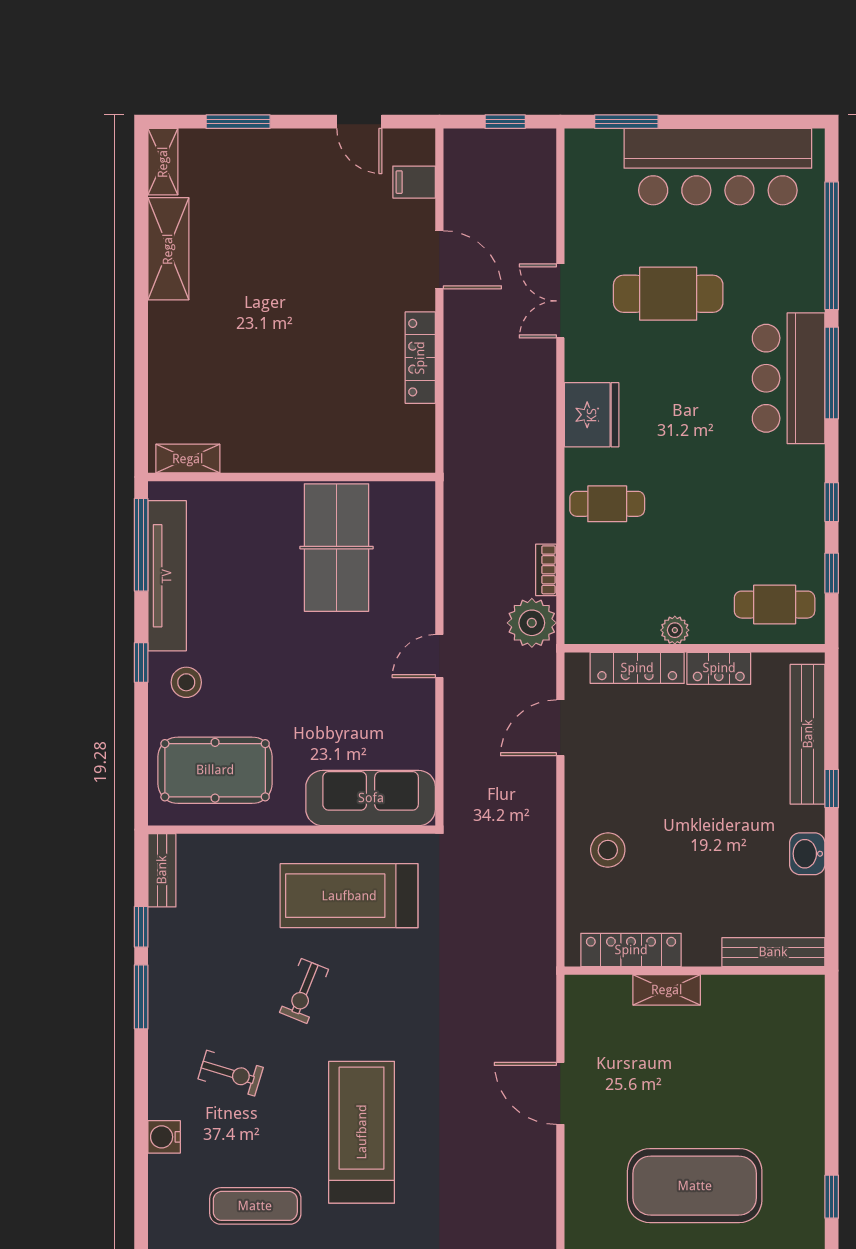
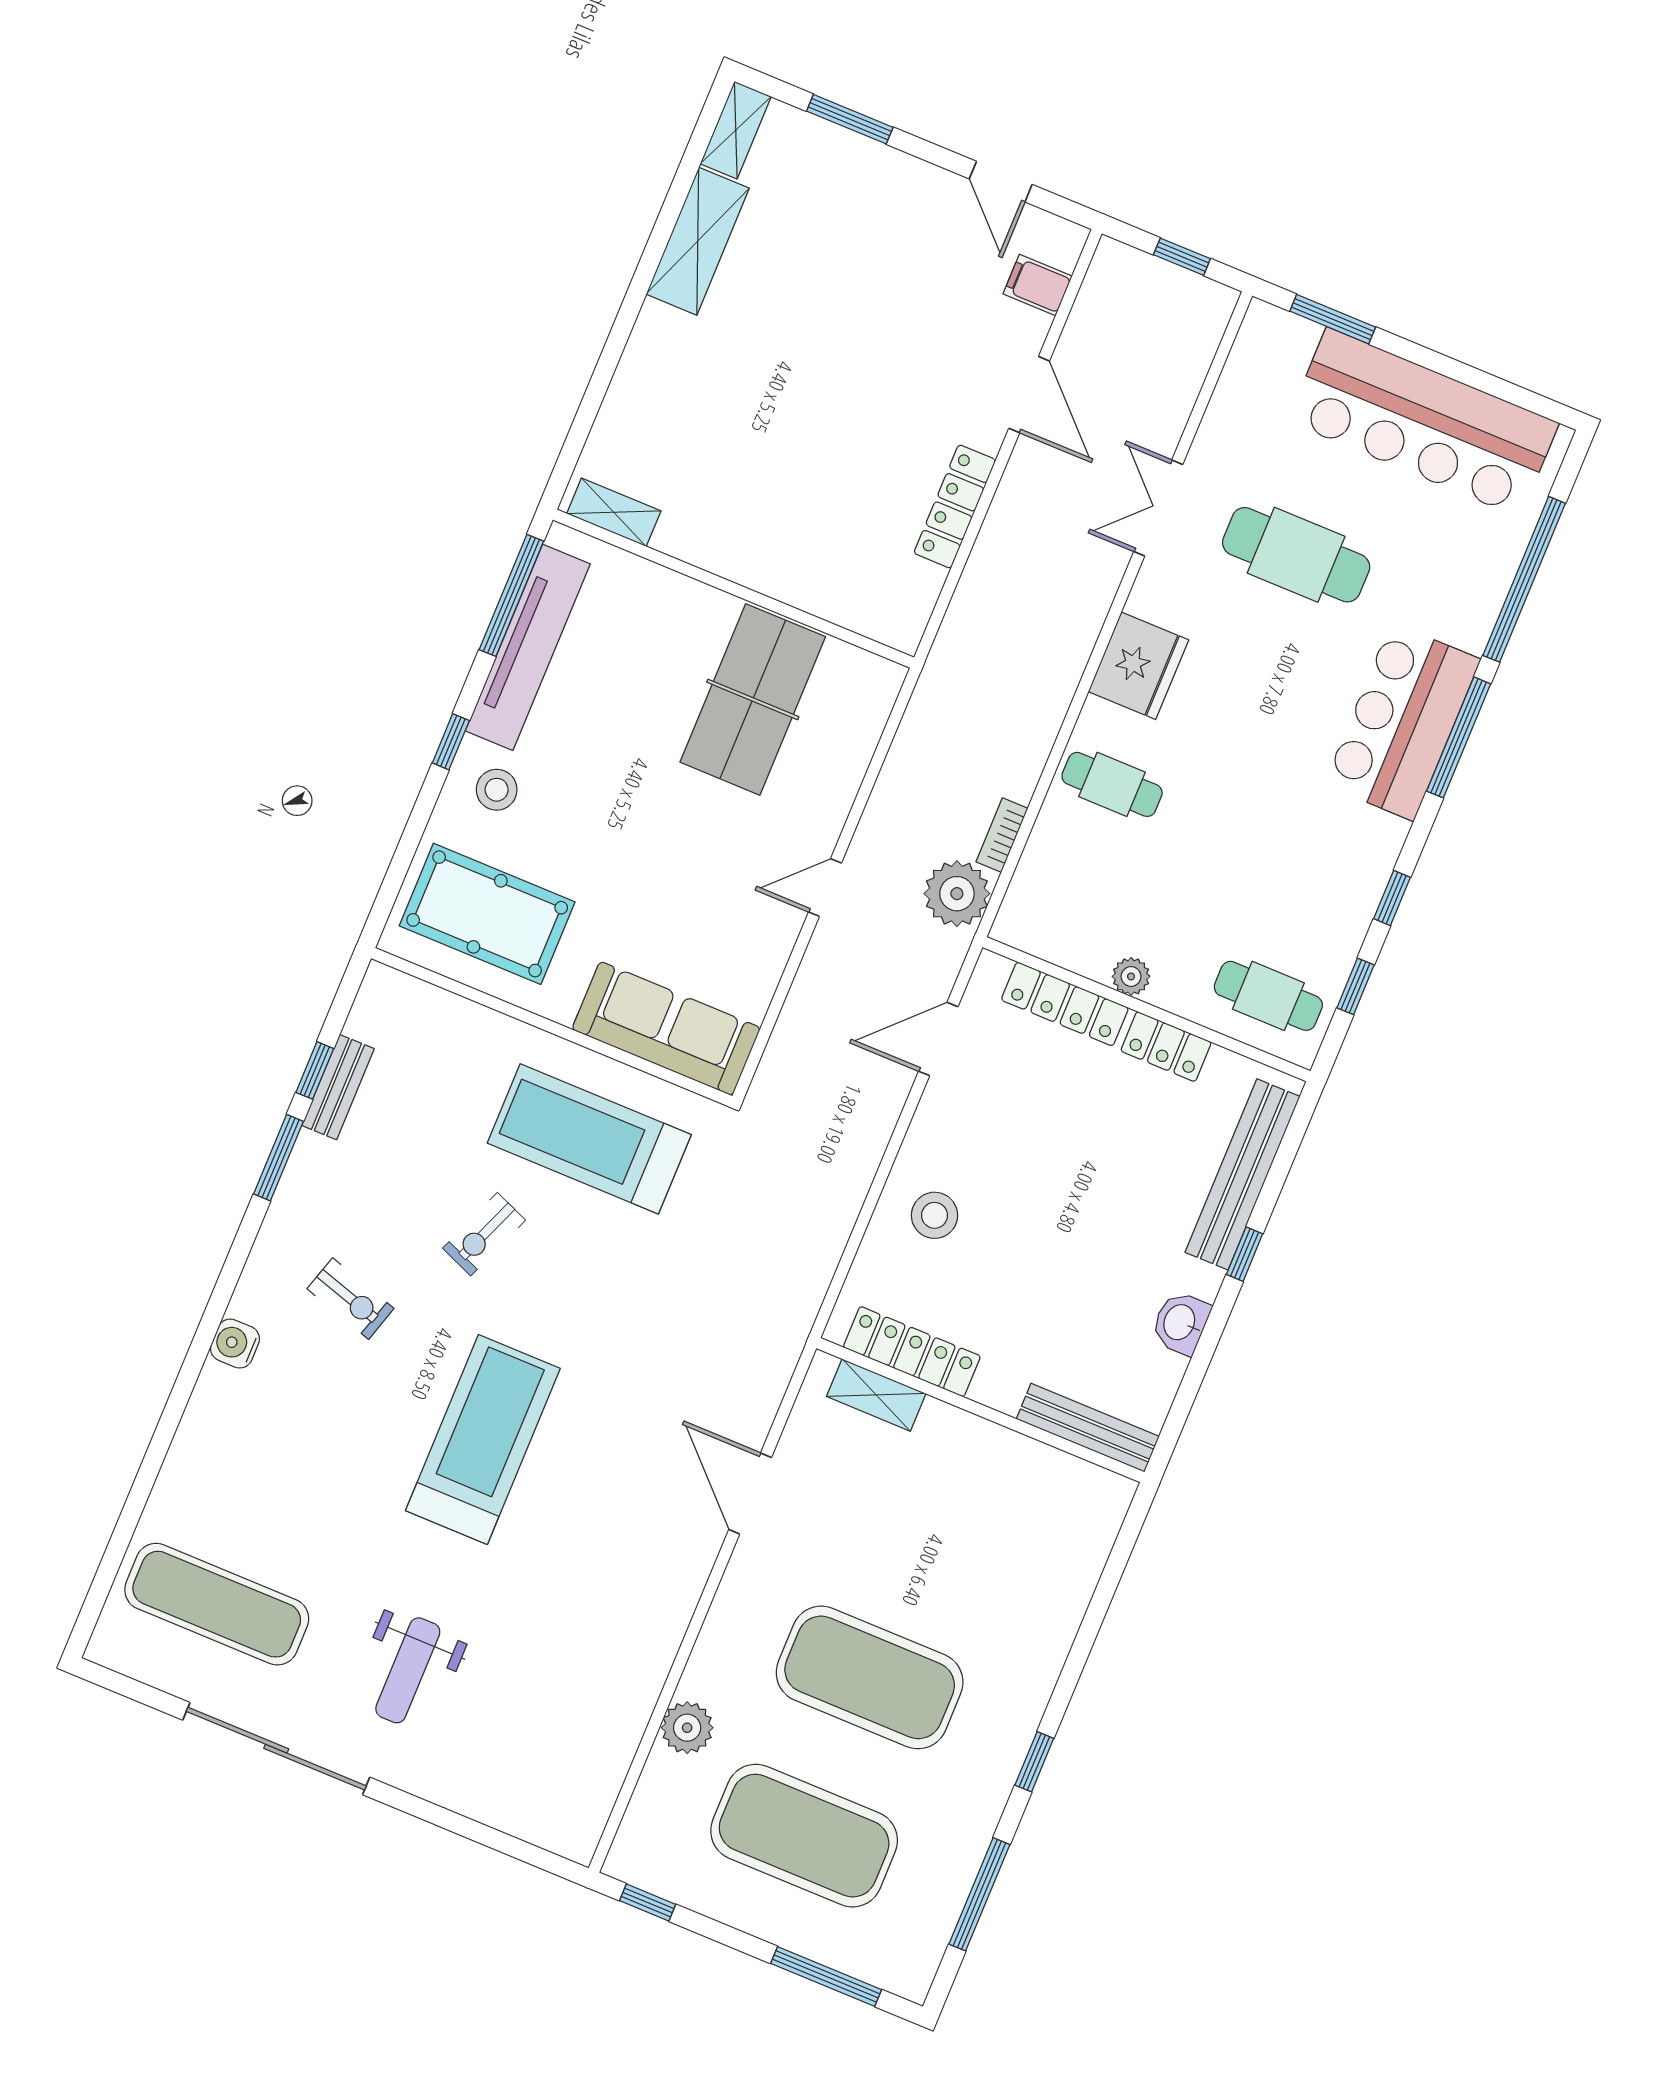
bench: (162, 870) -> (338, 1087), moved
shelving: (667, 990) -> (876, 1395), moved
exercise mat: (255, 1206) -> (313, 1476), removed

